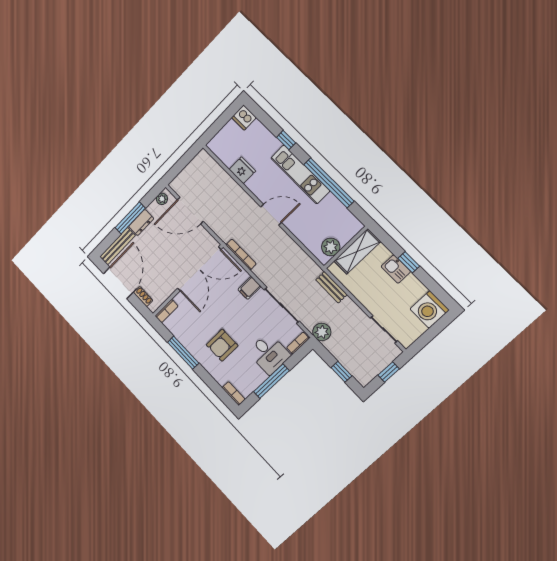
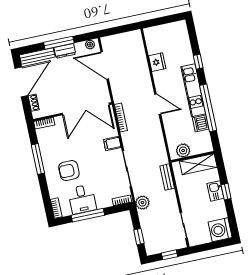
dishwasher: (244, 118) -> (201, 123), moved
desk: (269, 354) -> (82, 199), moved

